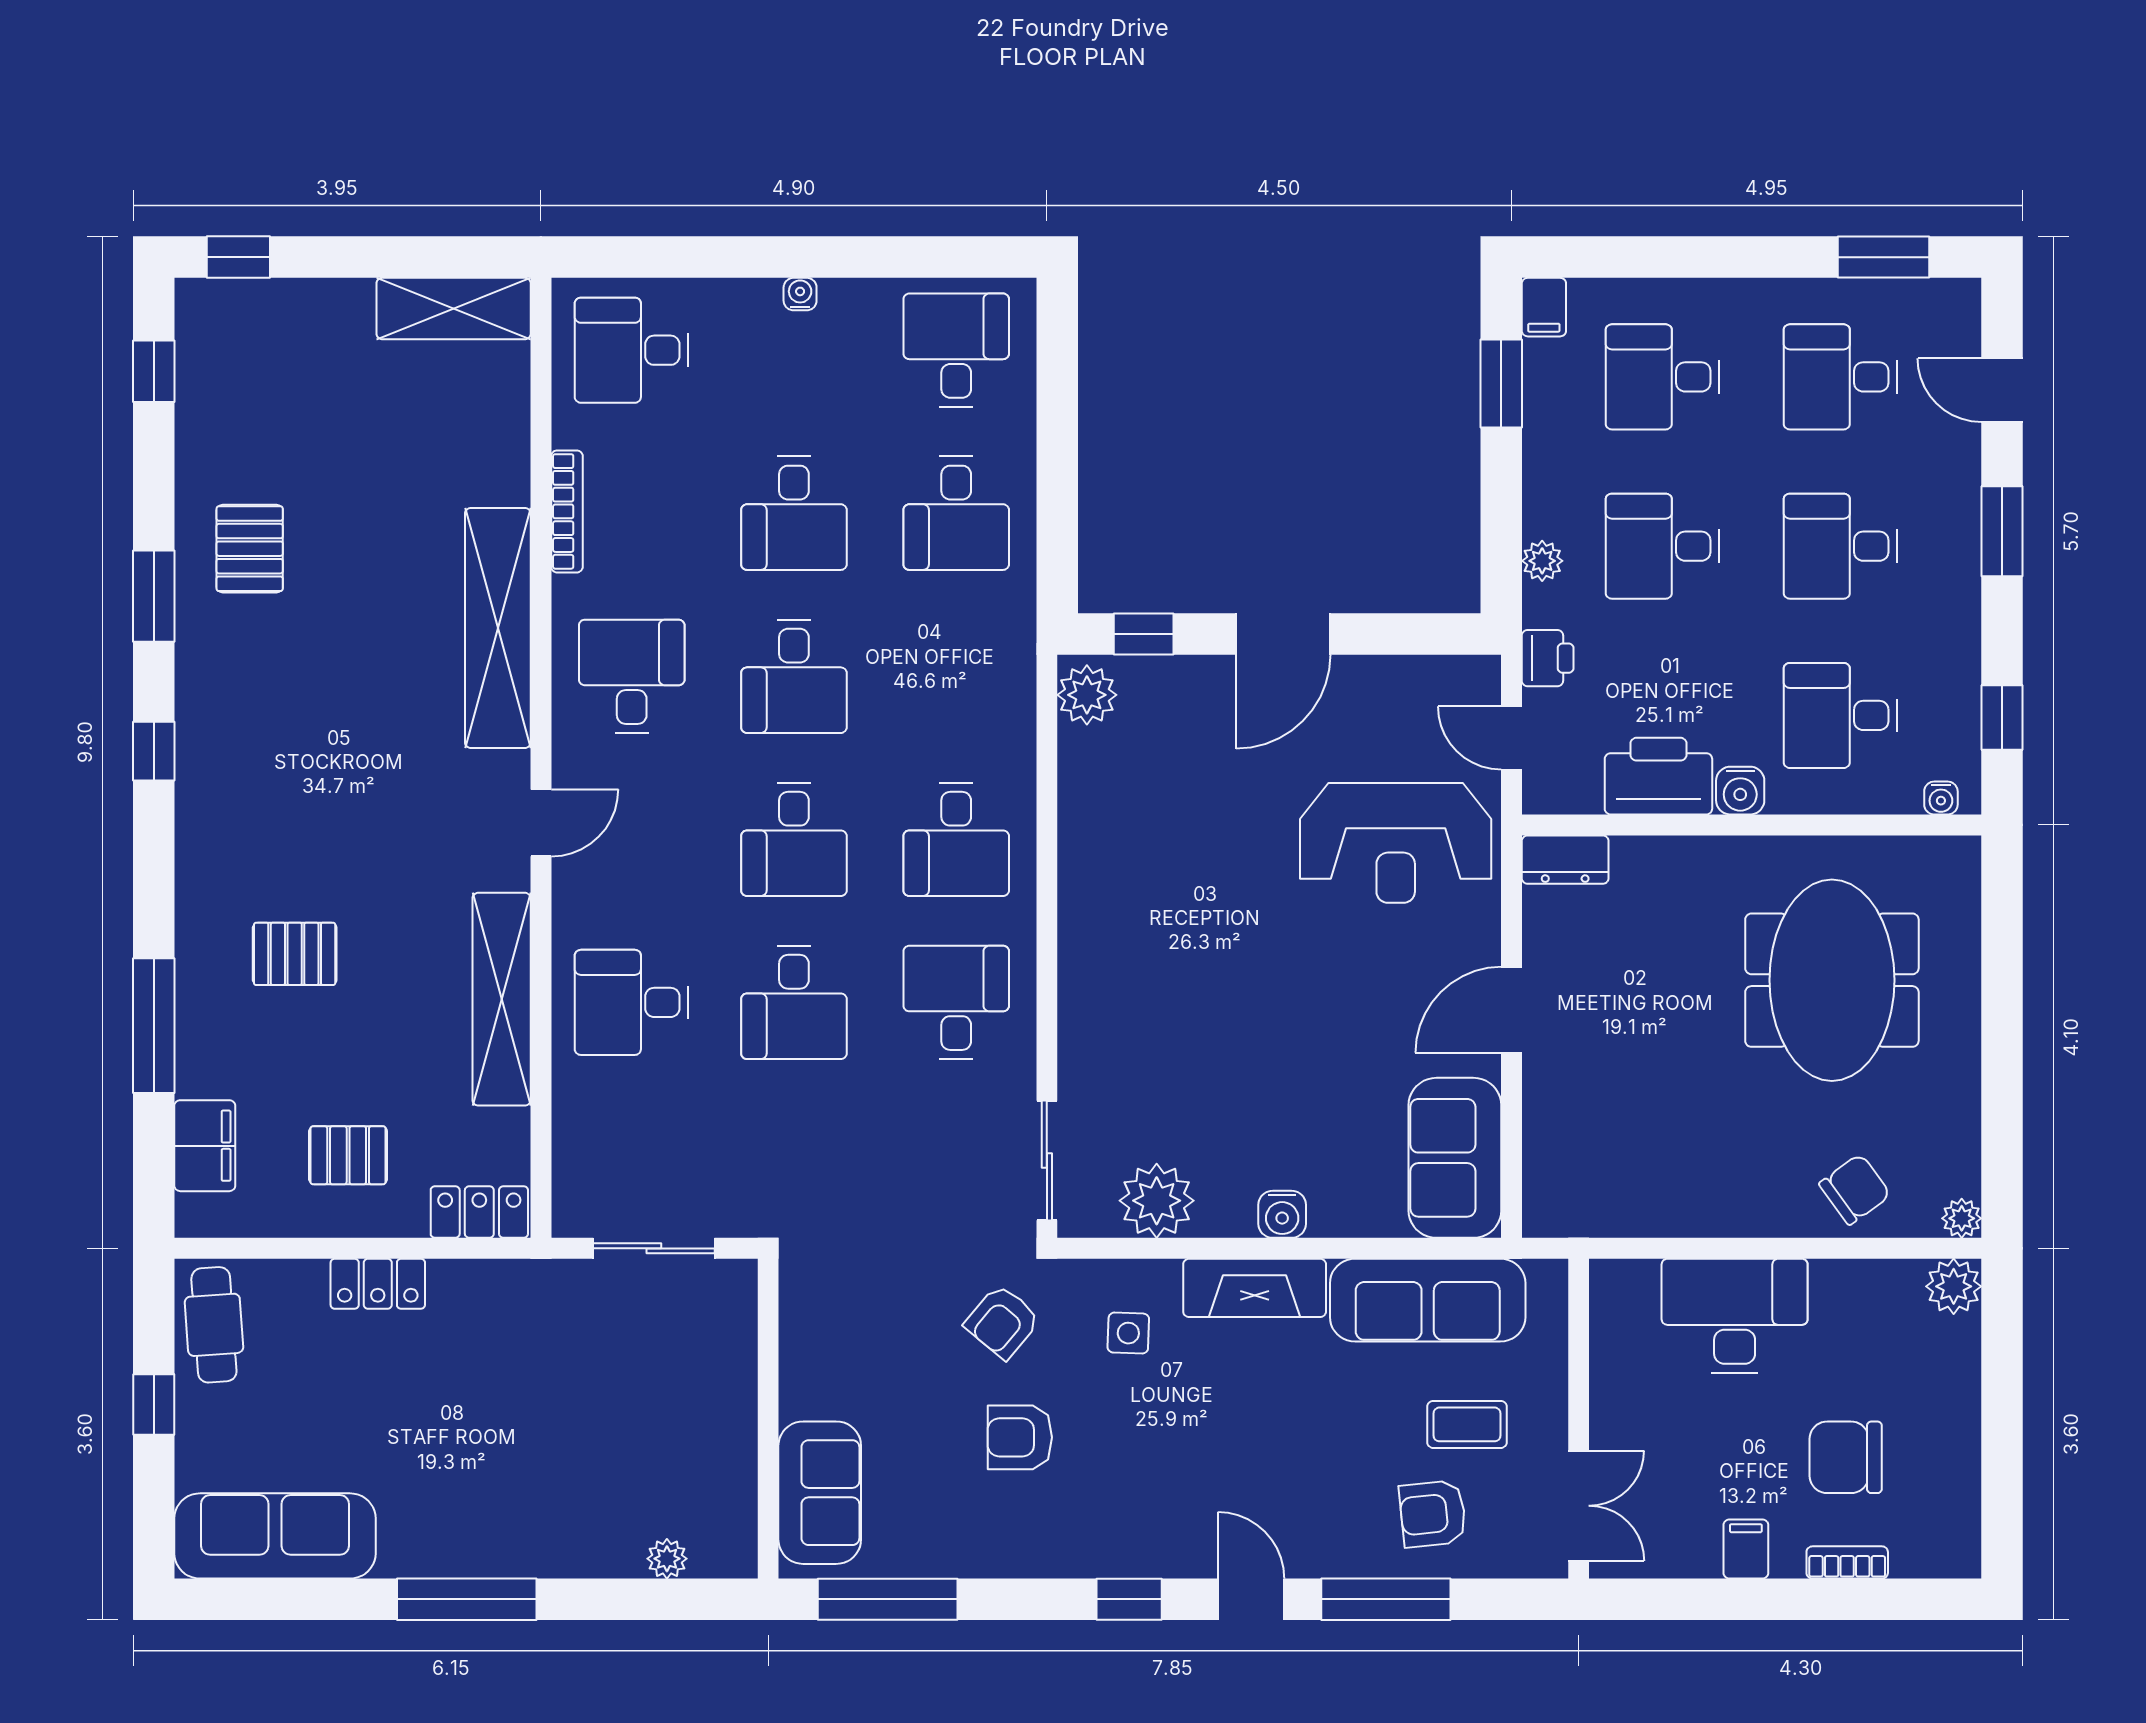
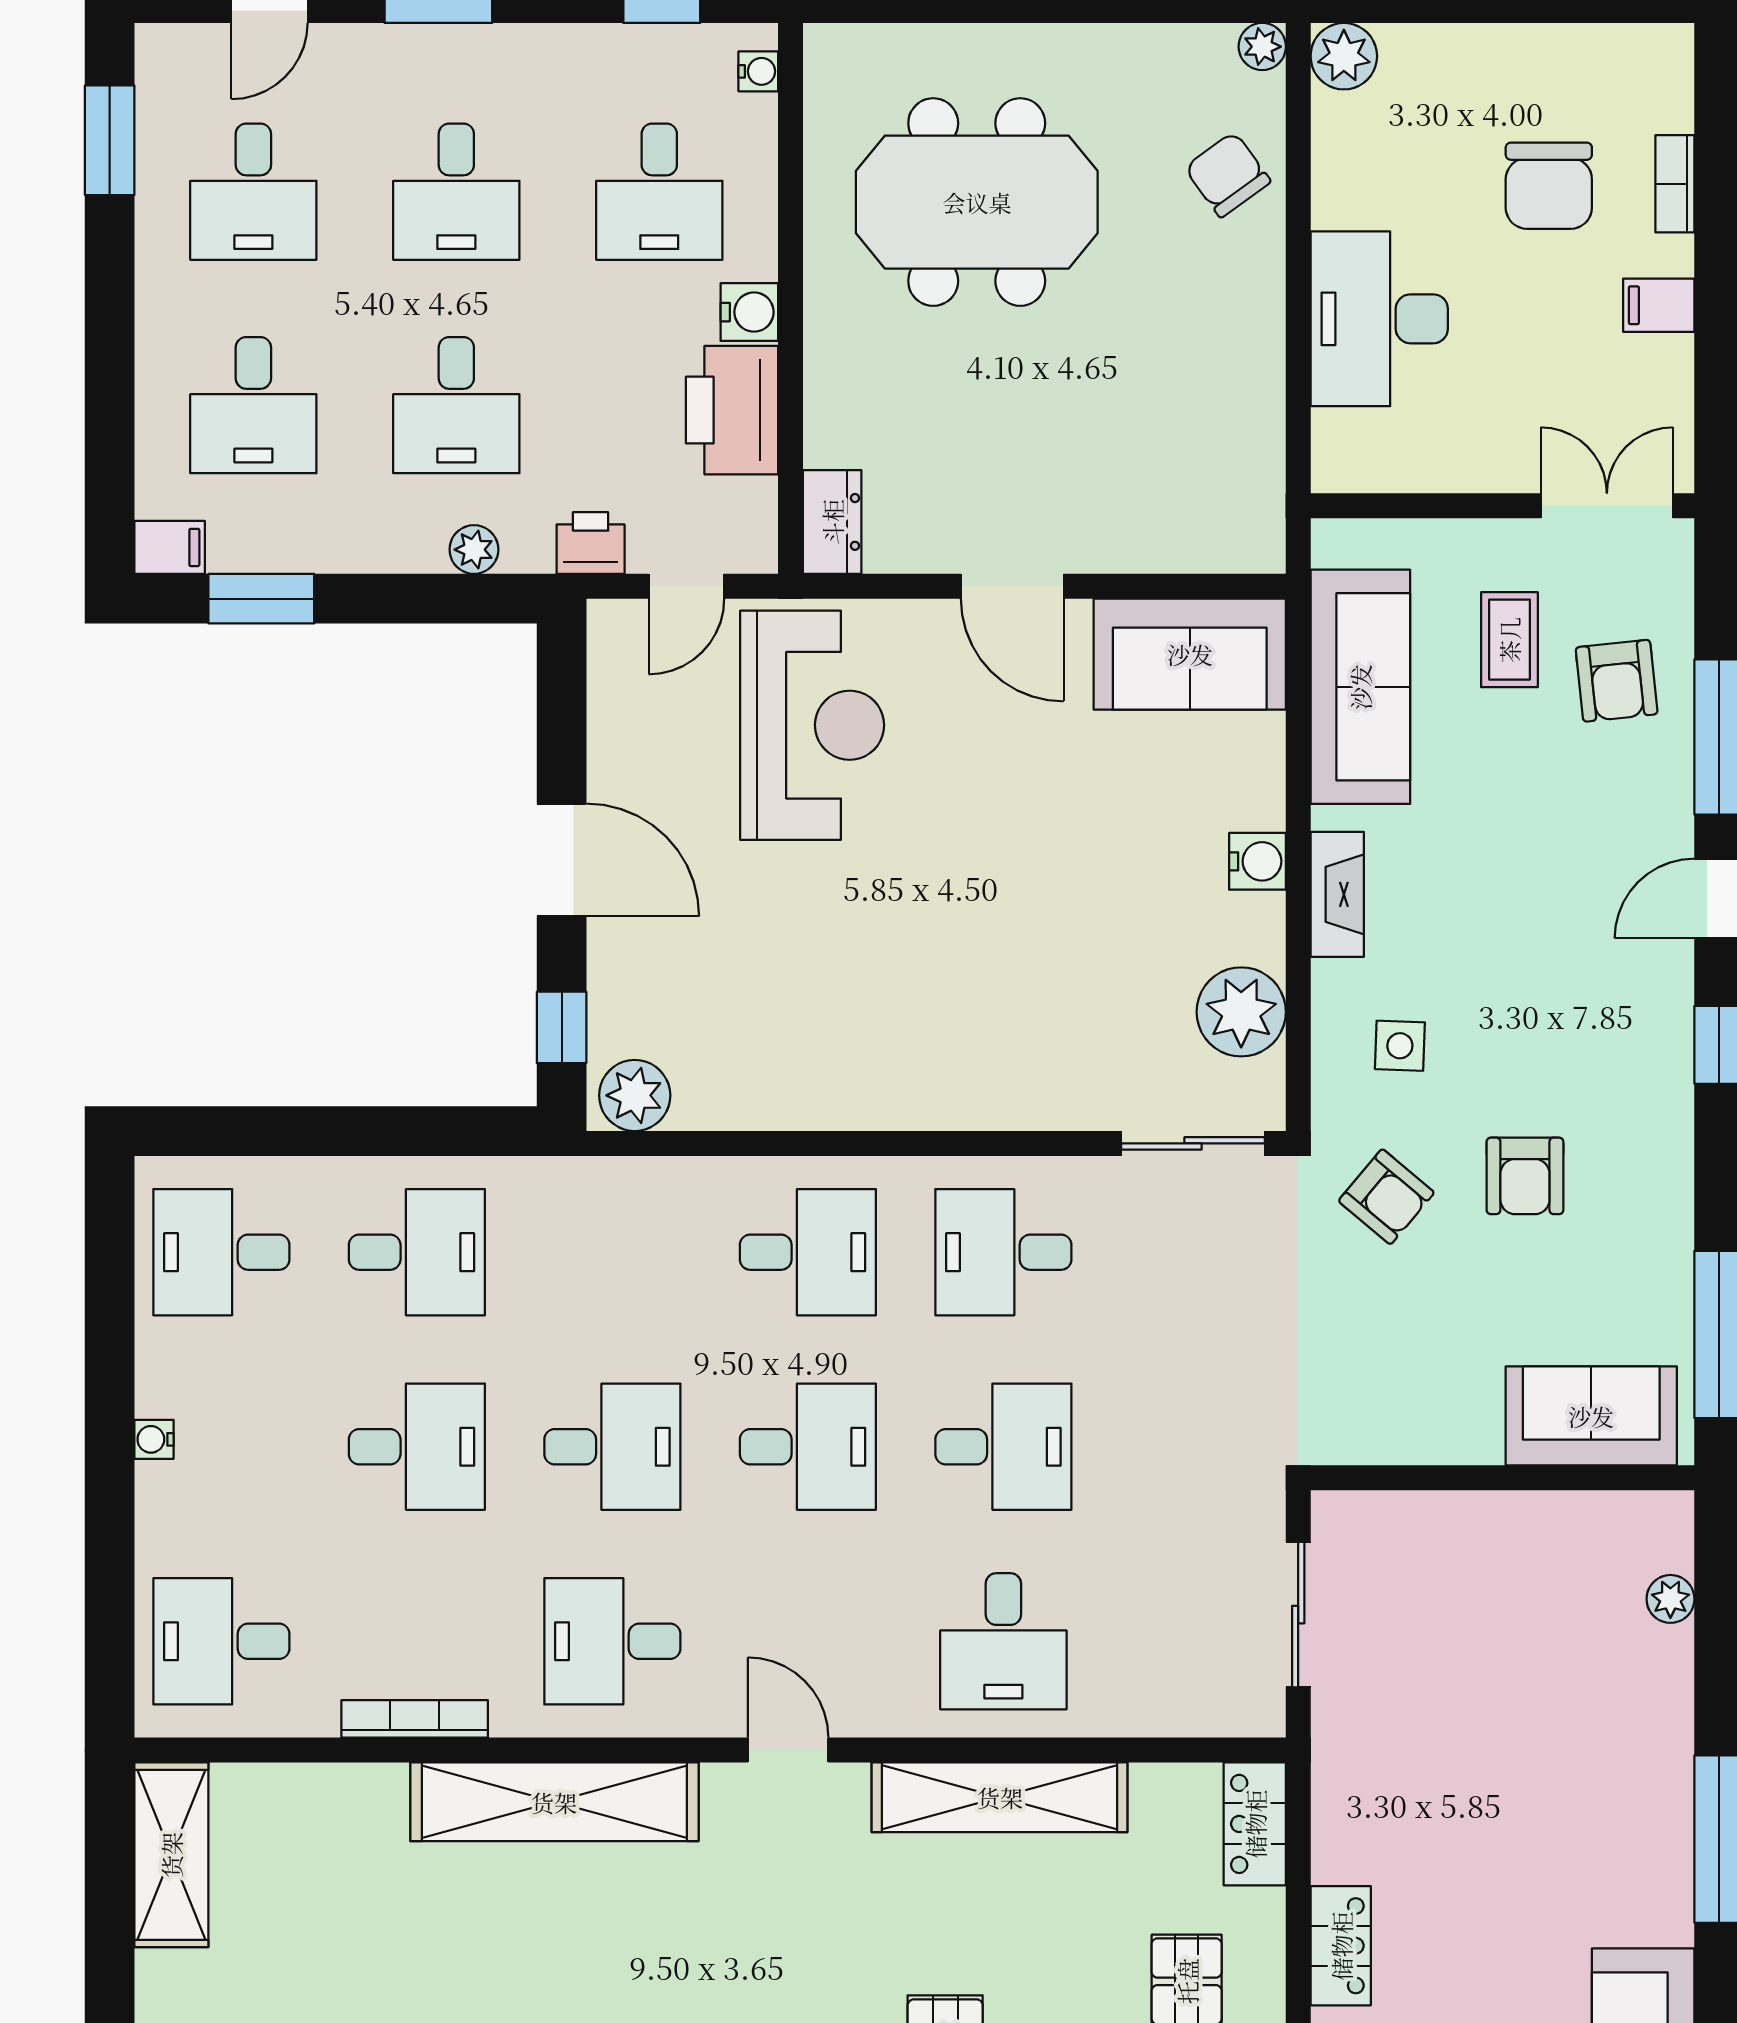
desk: (632, 350) -> (221, 1641), turned 90
fireplace: (1255, 1288) -> (1337, 894), width x0.73, depth x0.76

